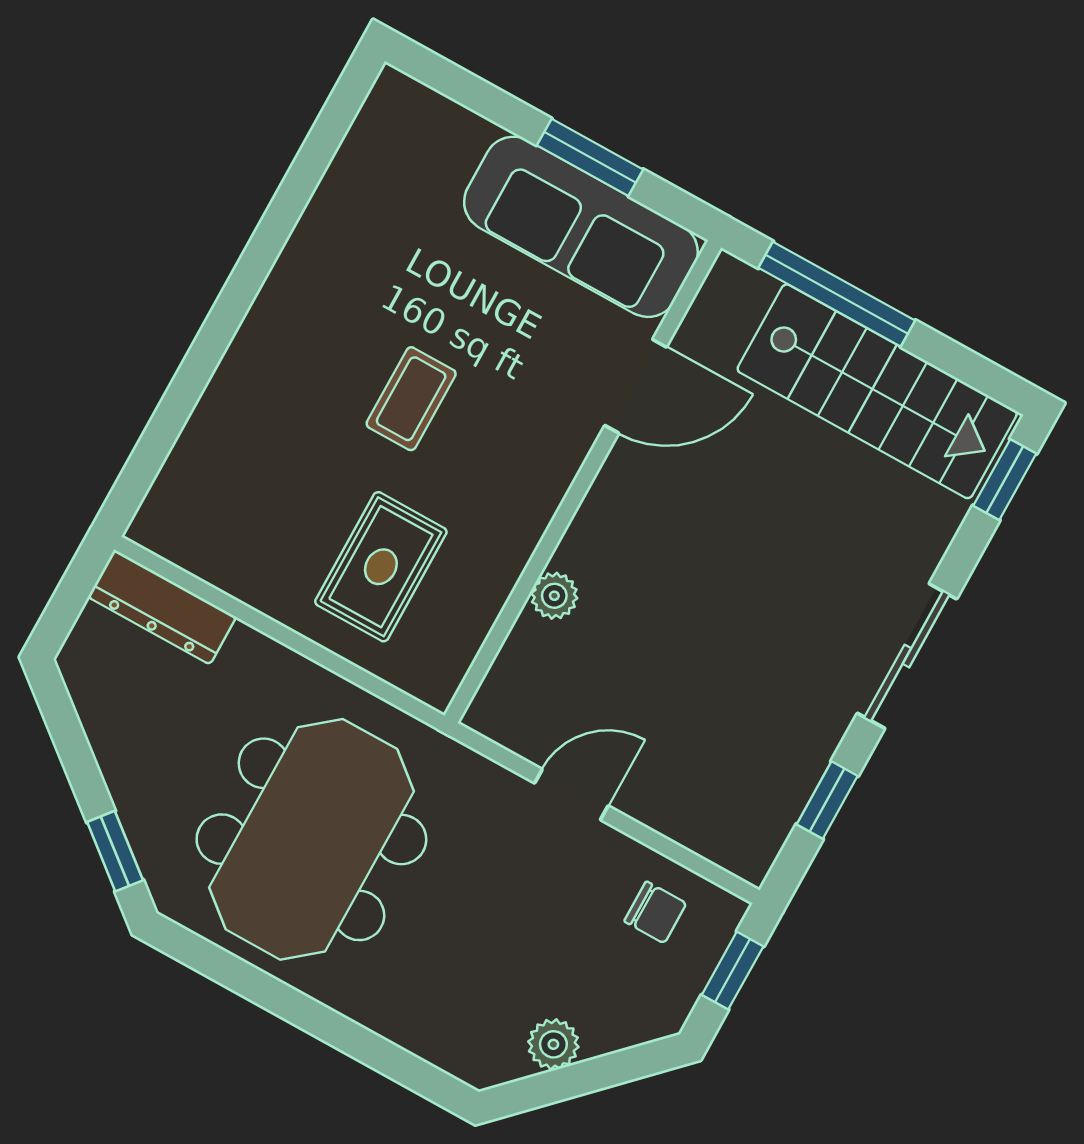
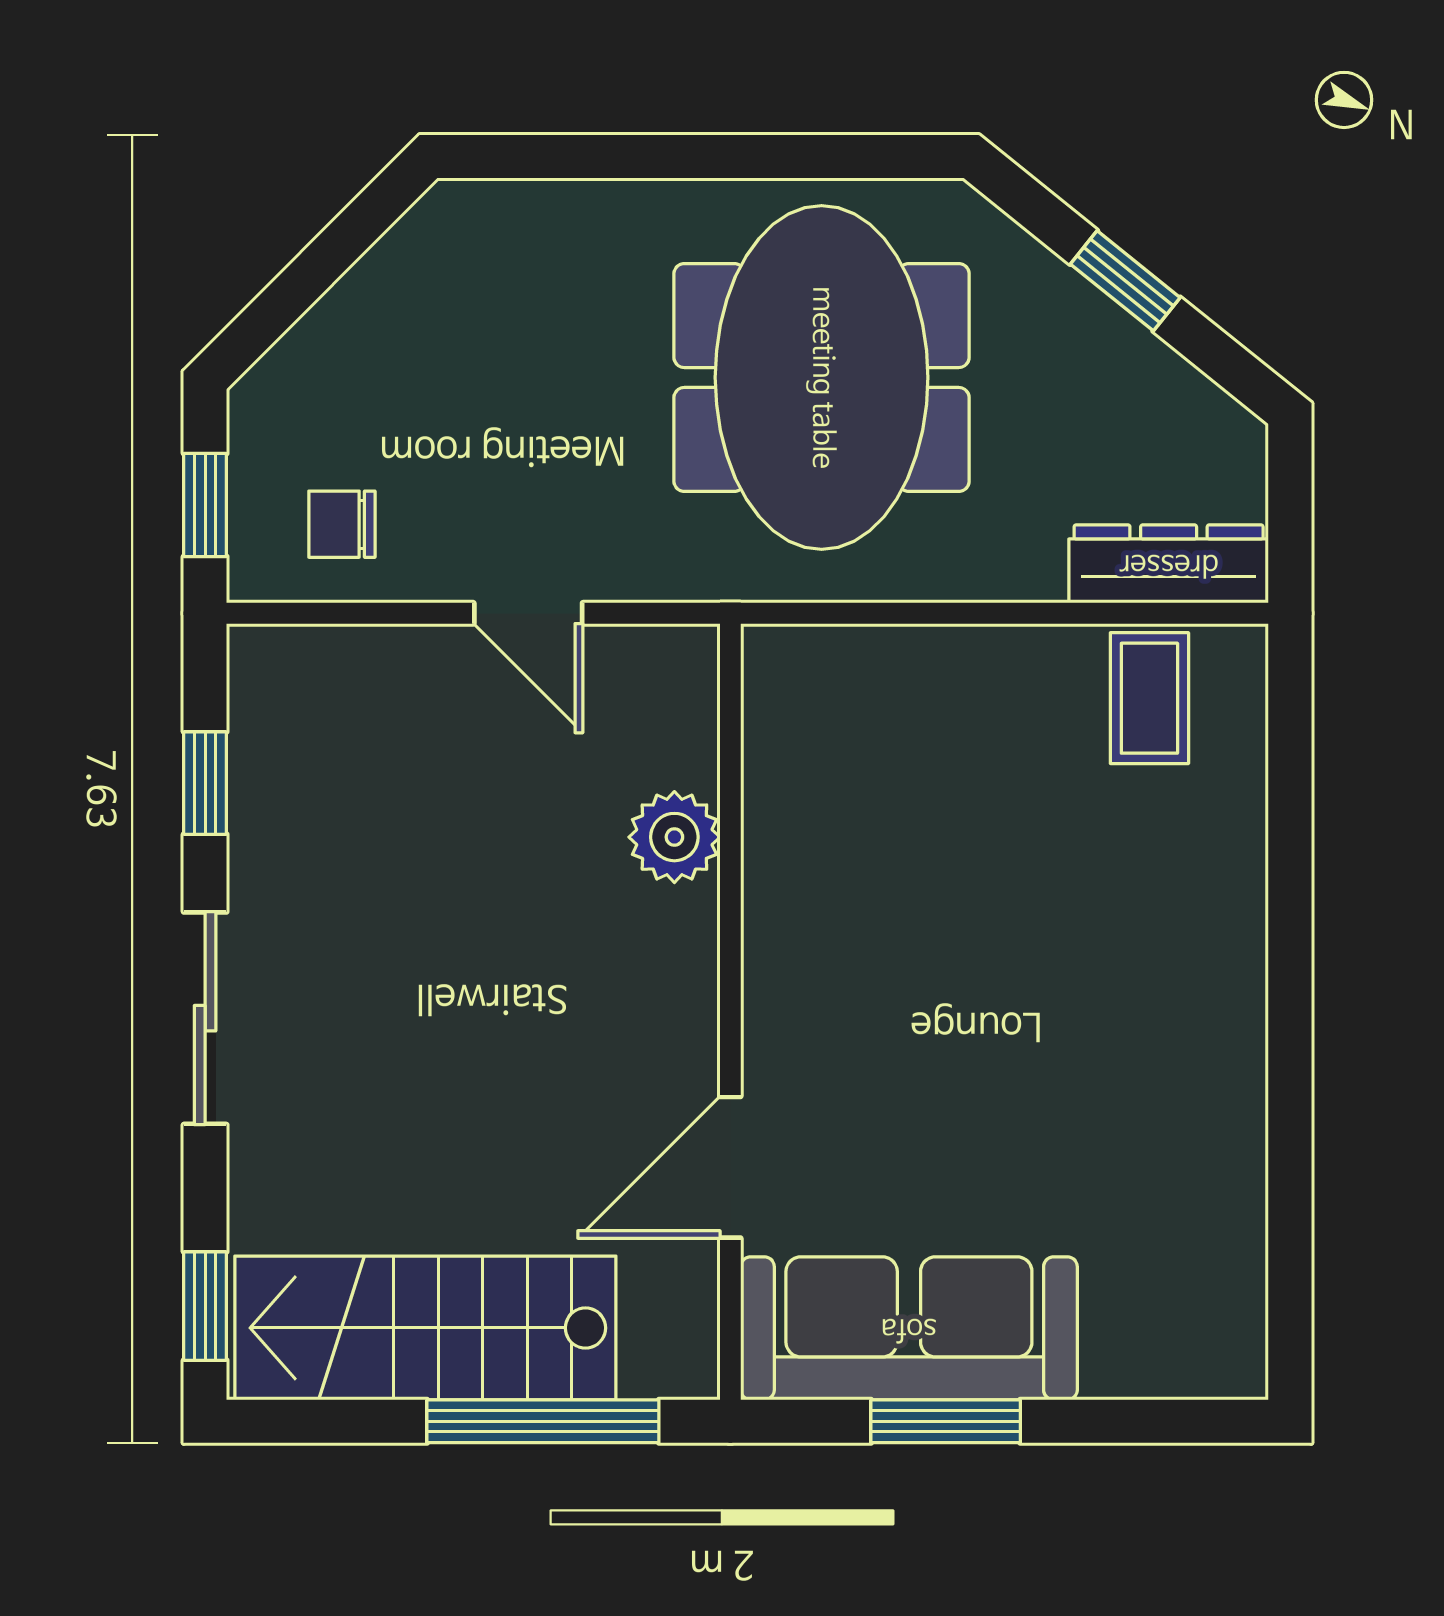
coffee table: (411, 399) -> (1149, 698), moved
rug: (381, 567) -> (923, 766), removed
plant: (554, 596) -> (674, 837), width x1.38, depth x1.38
door: (571, 794) -> (528, 613), hinge flipped
window: (115, 851) -> (1125, 281), moved
plant: (553, 1044) -> (378, 289), removed

